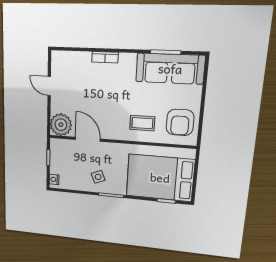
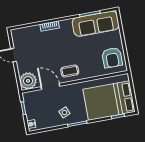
coffee table: (142, 123) -> (70, 71), moved

